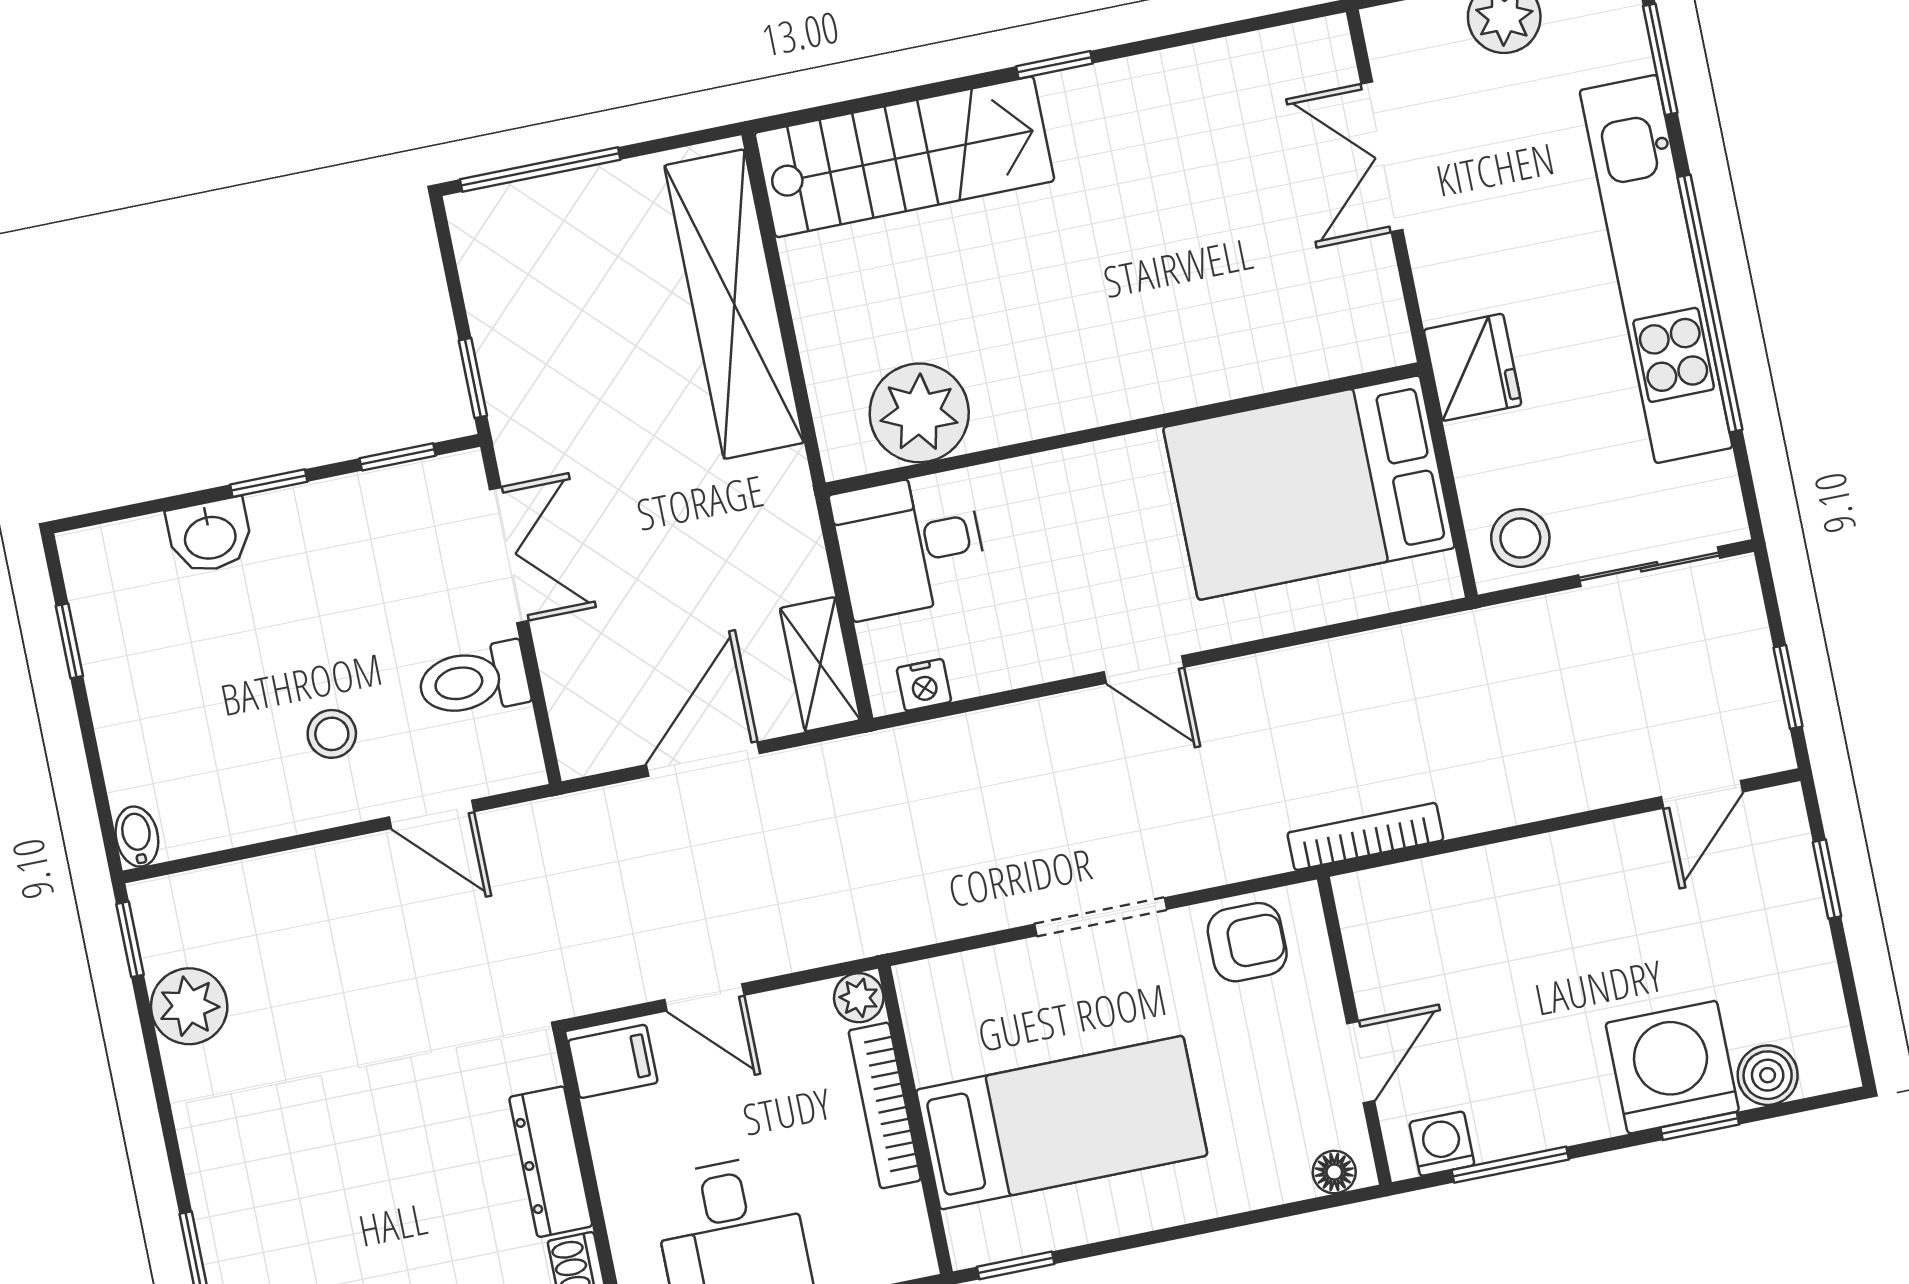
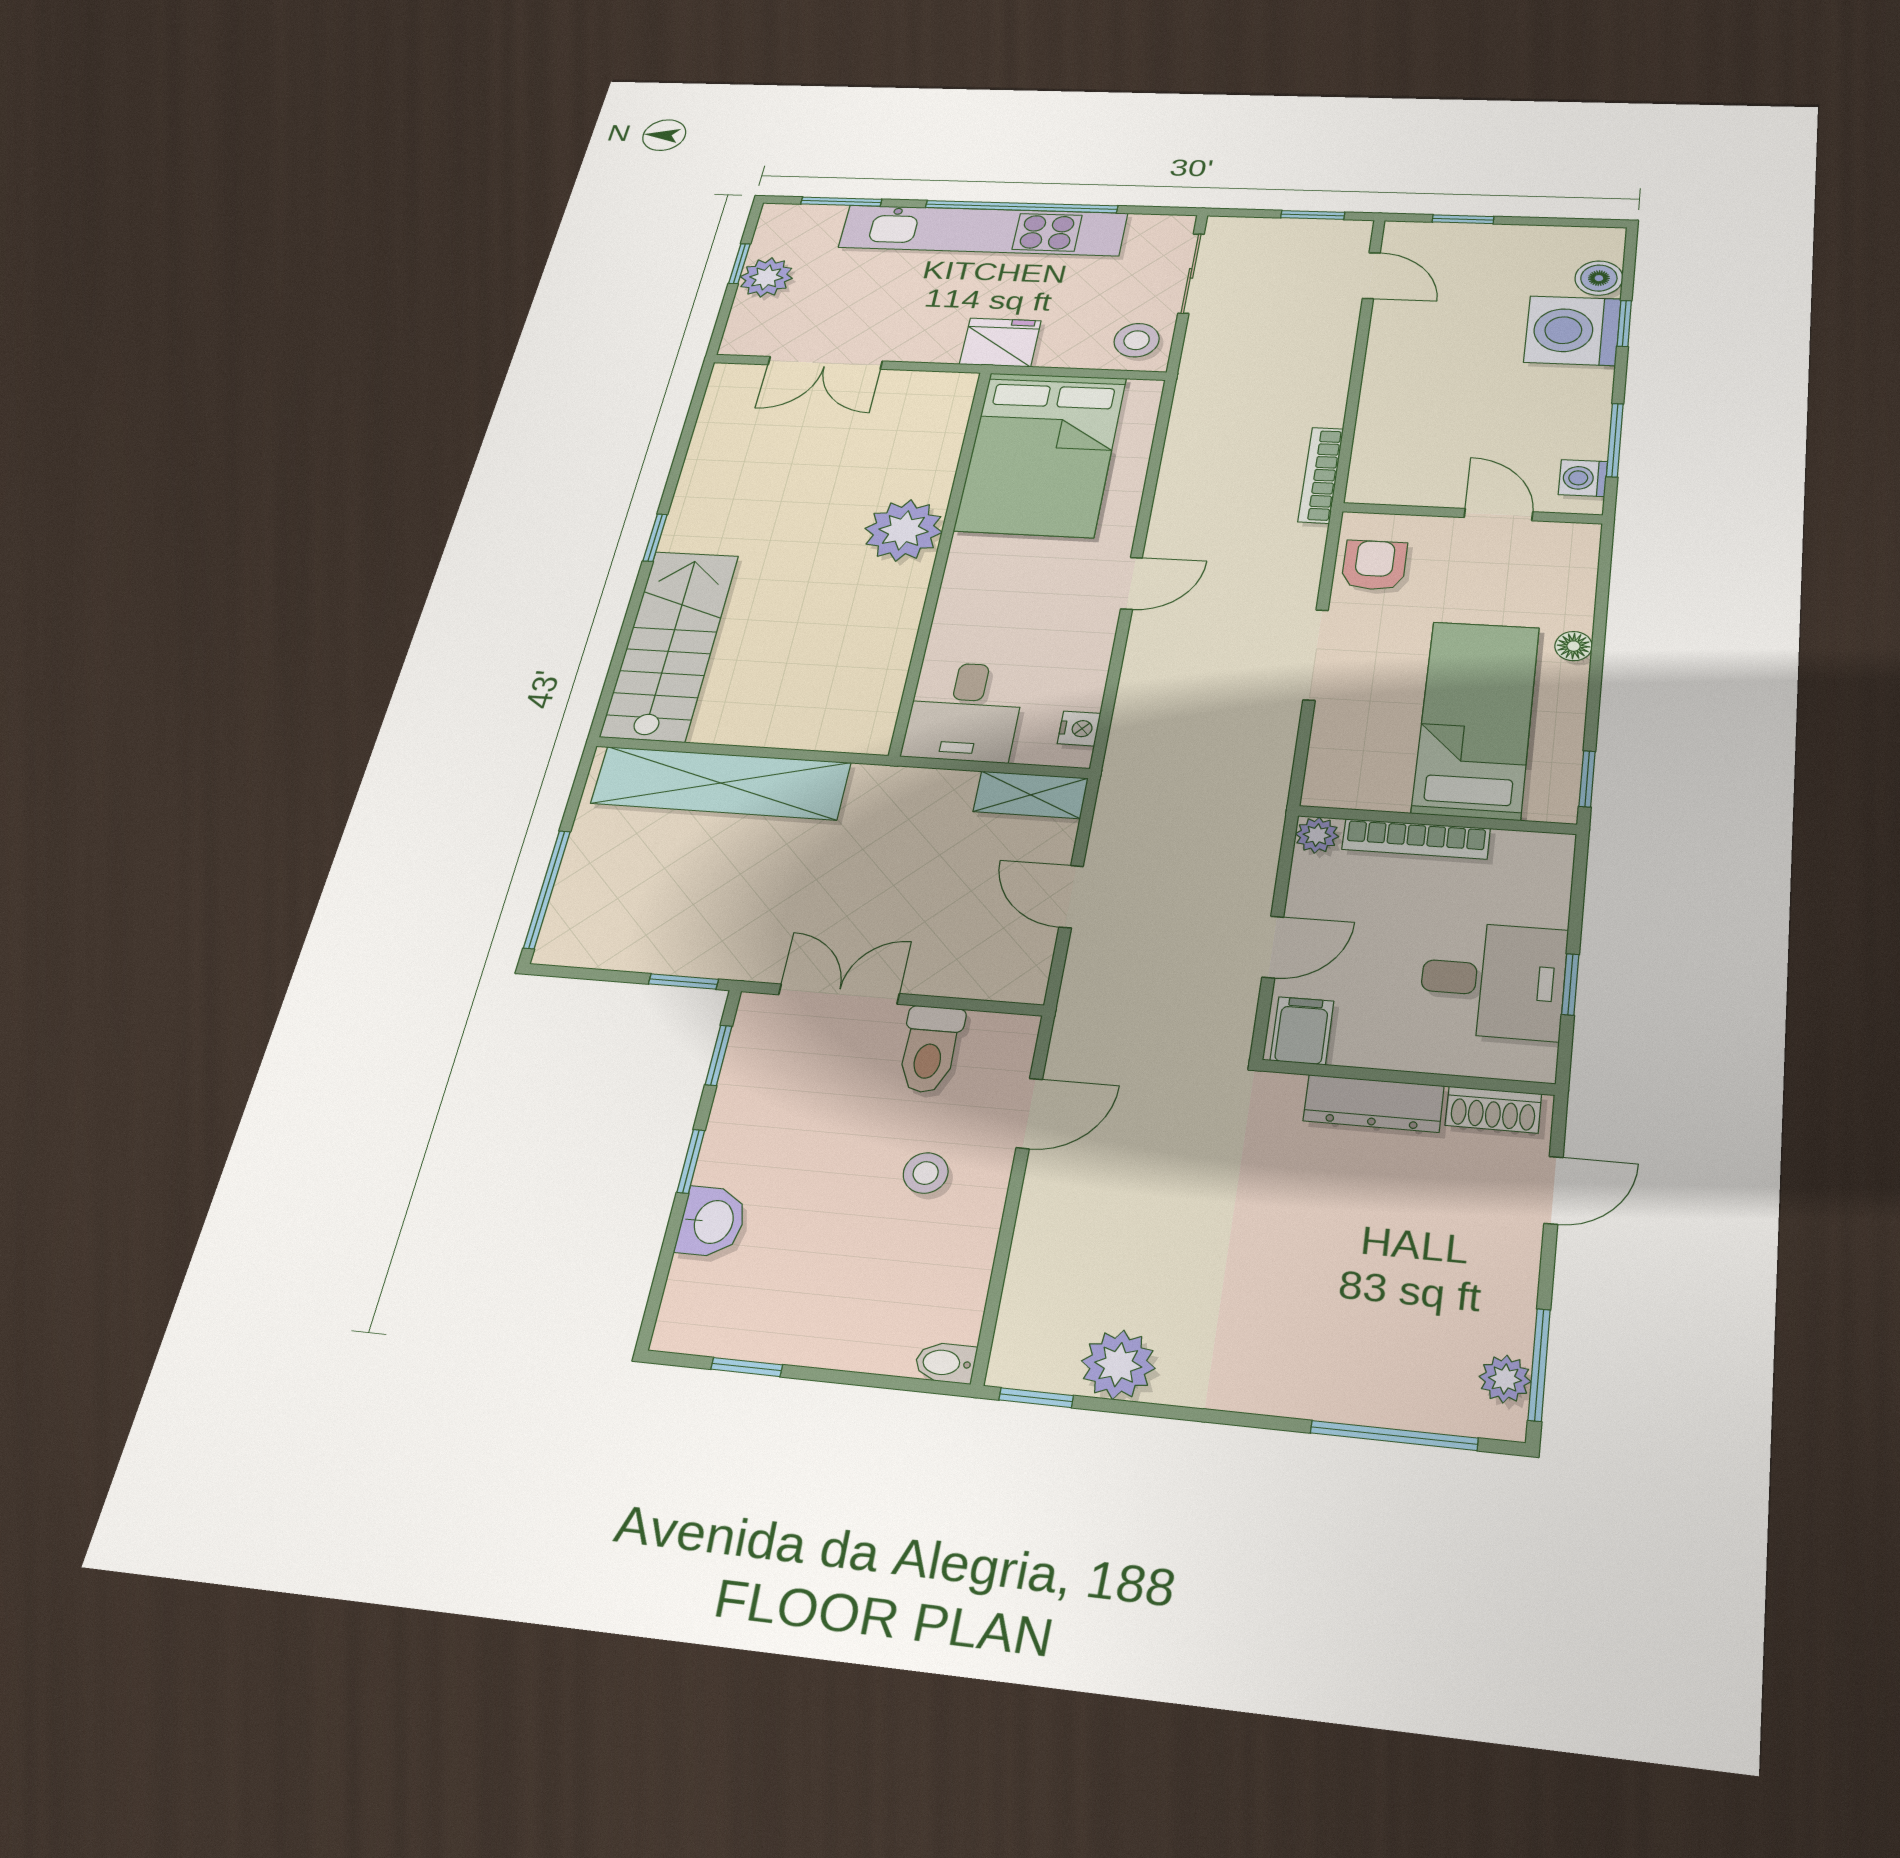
plant: (919, 413) -> (903, 530), moved
door: (703, 759) -> (1071, 897), width x0.73
floor lamp: (1334, 1172) -> (1574, 646), moved

